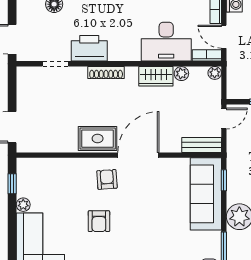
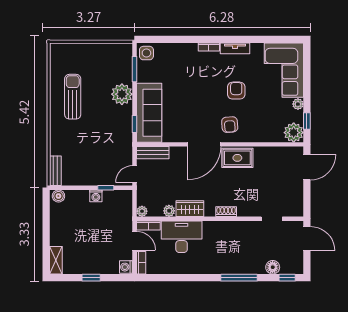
printer: (89, 48) -> (244, 231), removed
shoe rack: (106, 73) -> (226, 212), width x0.70
plant: (28, 170) -> (294, 133), added

